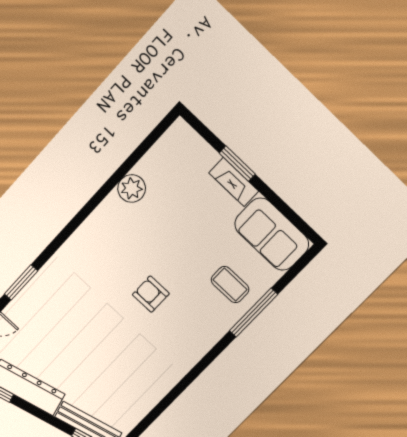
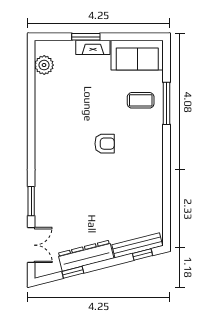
plant: (132, 188) -> (44, 65), moved
armchair: (151, 294) -> (105, 144), turned 180

